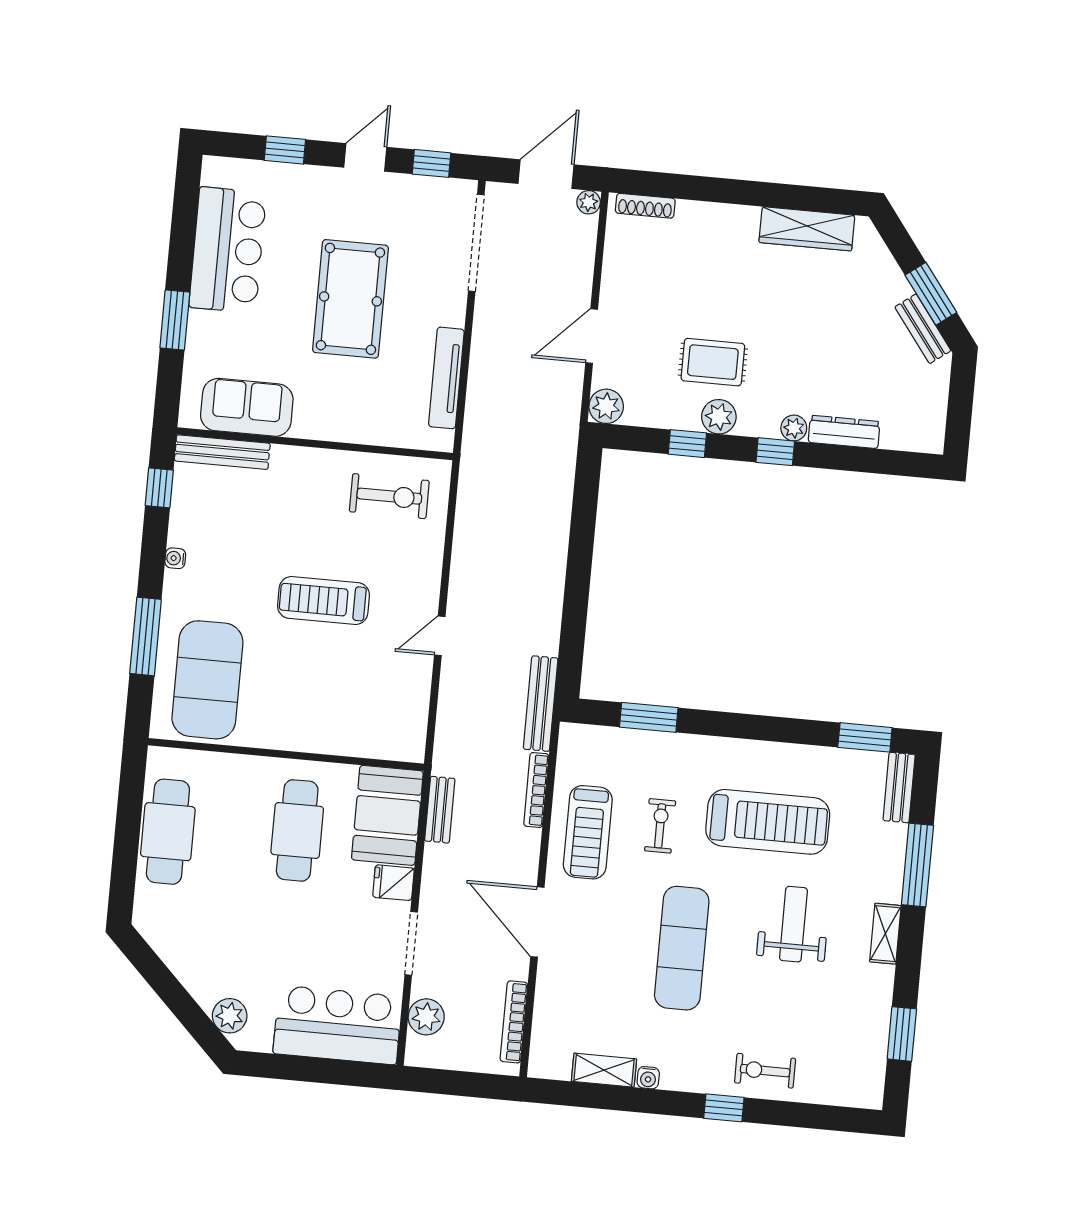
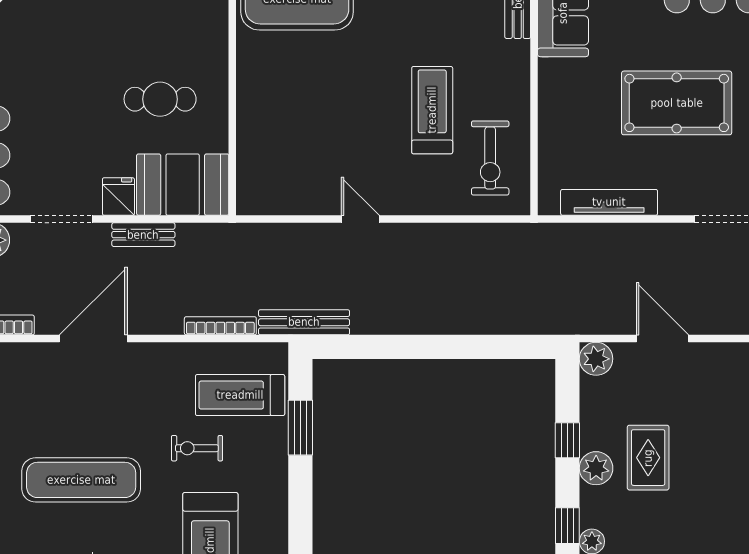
treadmill: (324, 601) -> (432, 110), moved
bench: (440, 810) -> (143, 235), moved
exercise bike: (660, 826) -> (197, 448), turned 180
cafe table: (297, 830) -> (160, 99), width x0.73, depth x0.74
treadmill: (588, 832) -> (240, 395), moved

